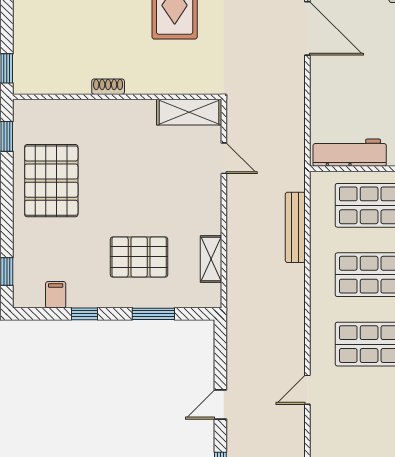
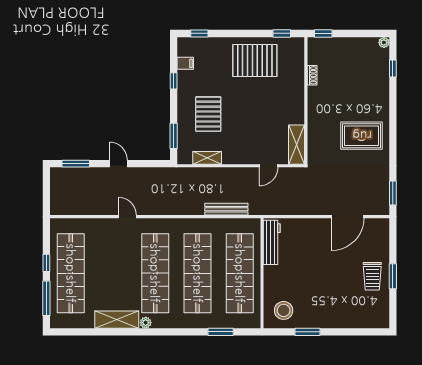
shoe rack: (108, 87) -> (312, 75), moved
window: (153, 314) -> (174, 136), moved

